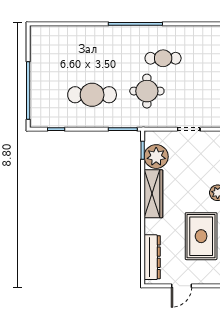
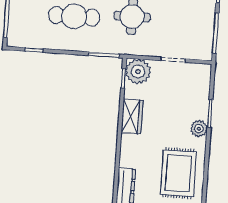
plant: (156, 157) -> (138, 72), moved
wardrobe: (153, 194) -> (132, 117), width x0.67

